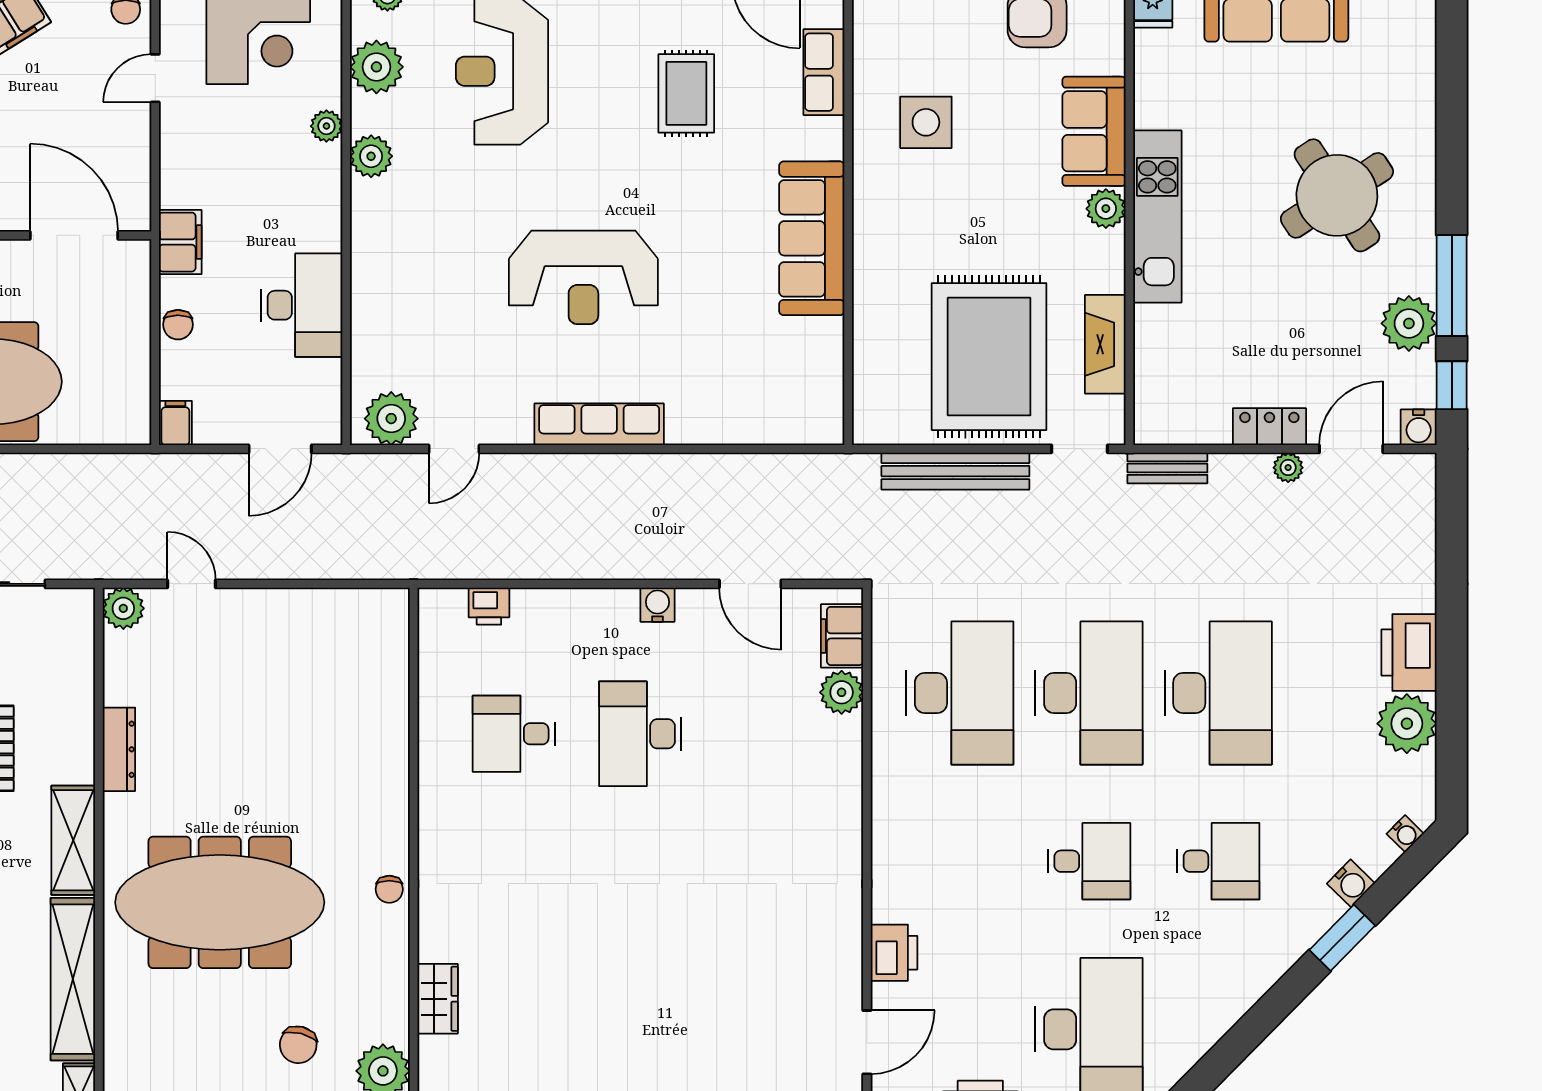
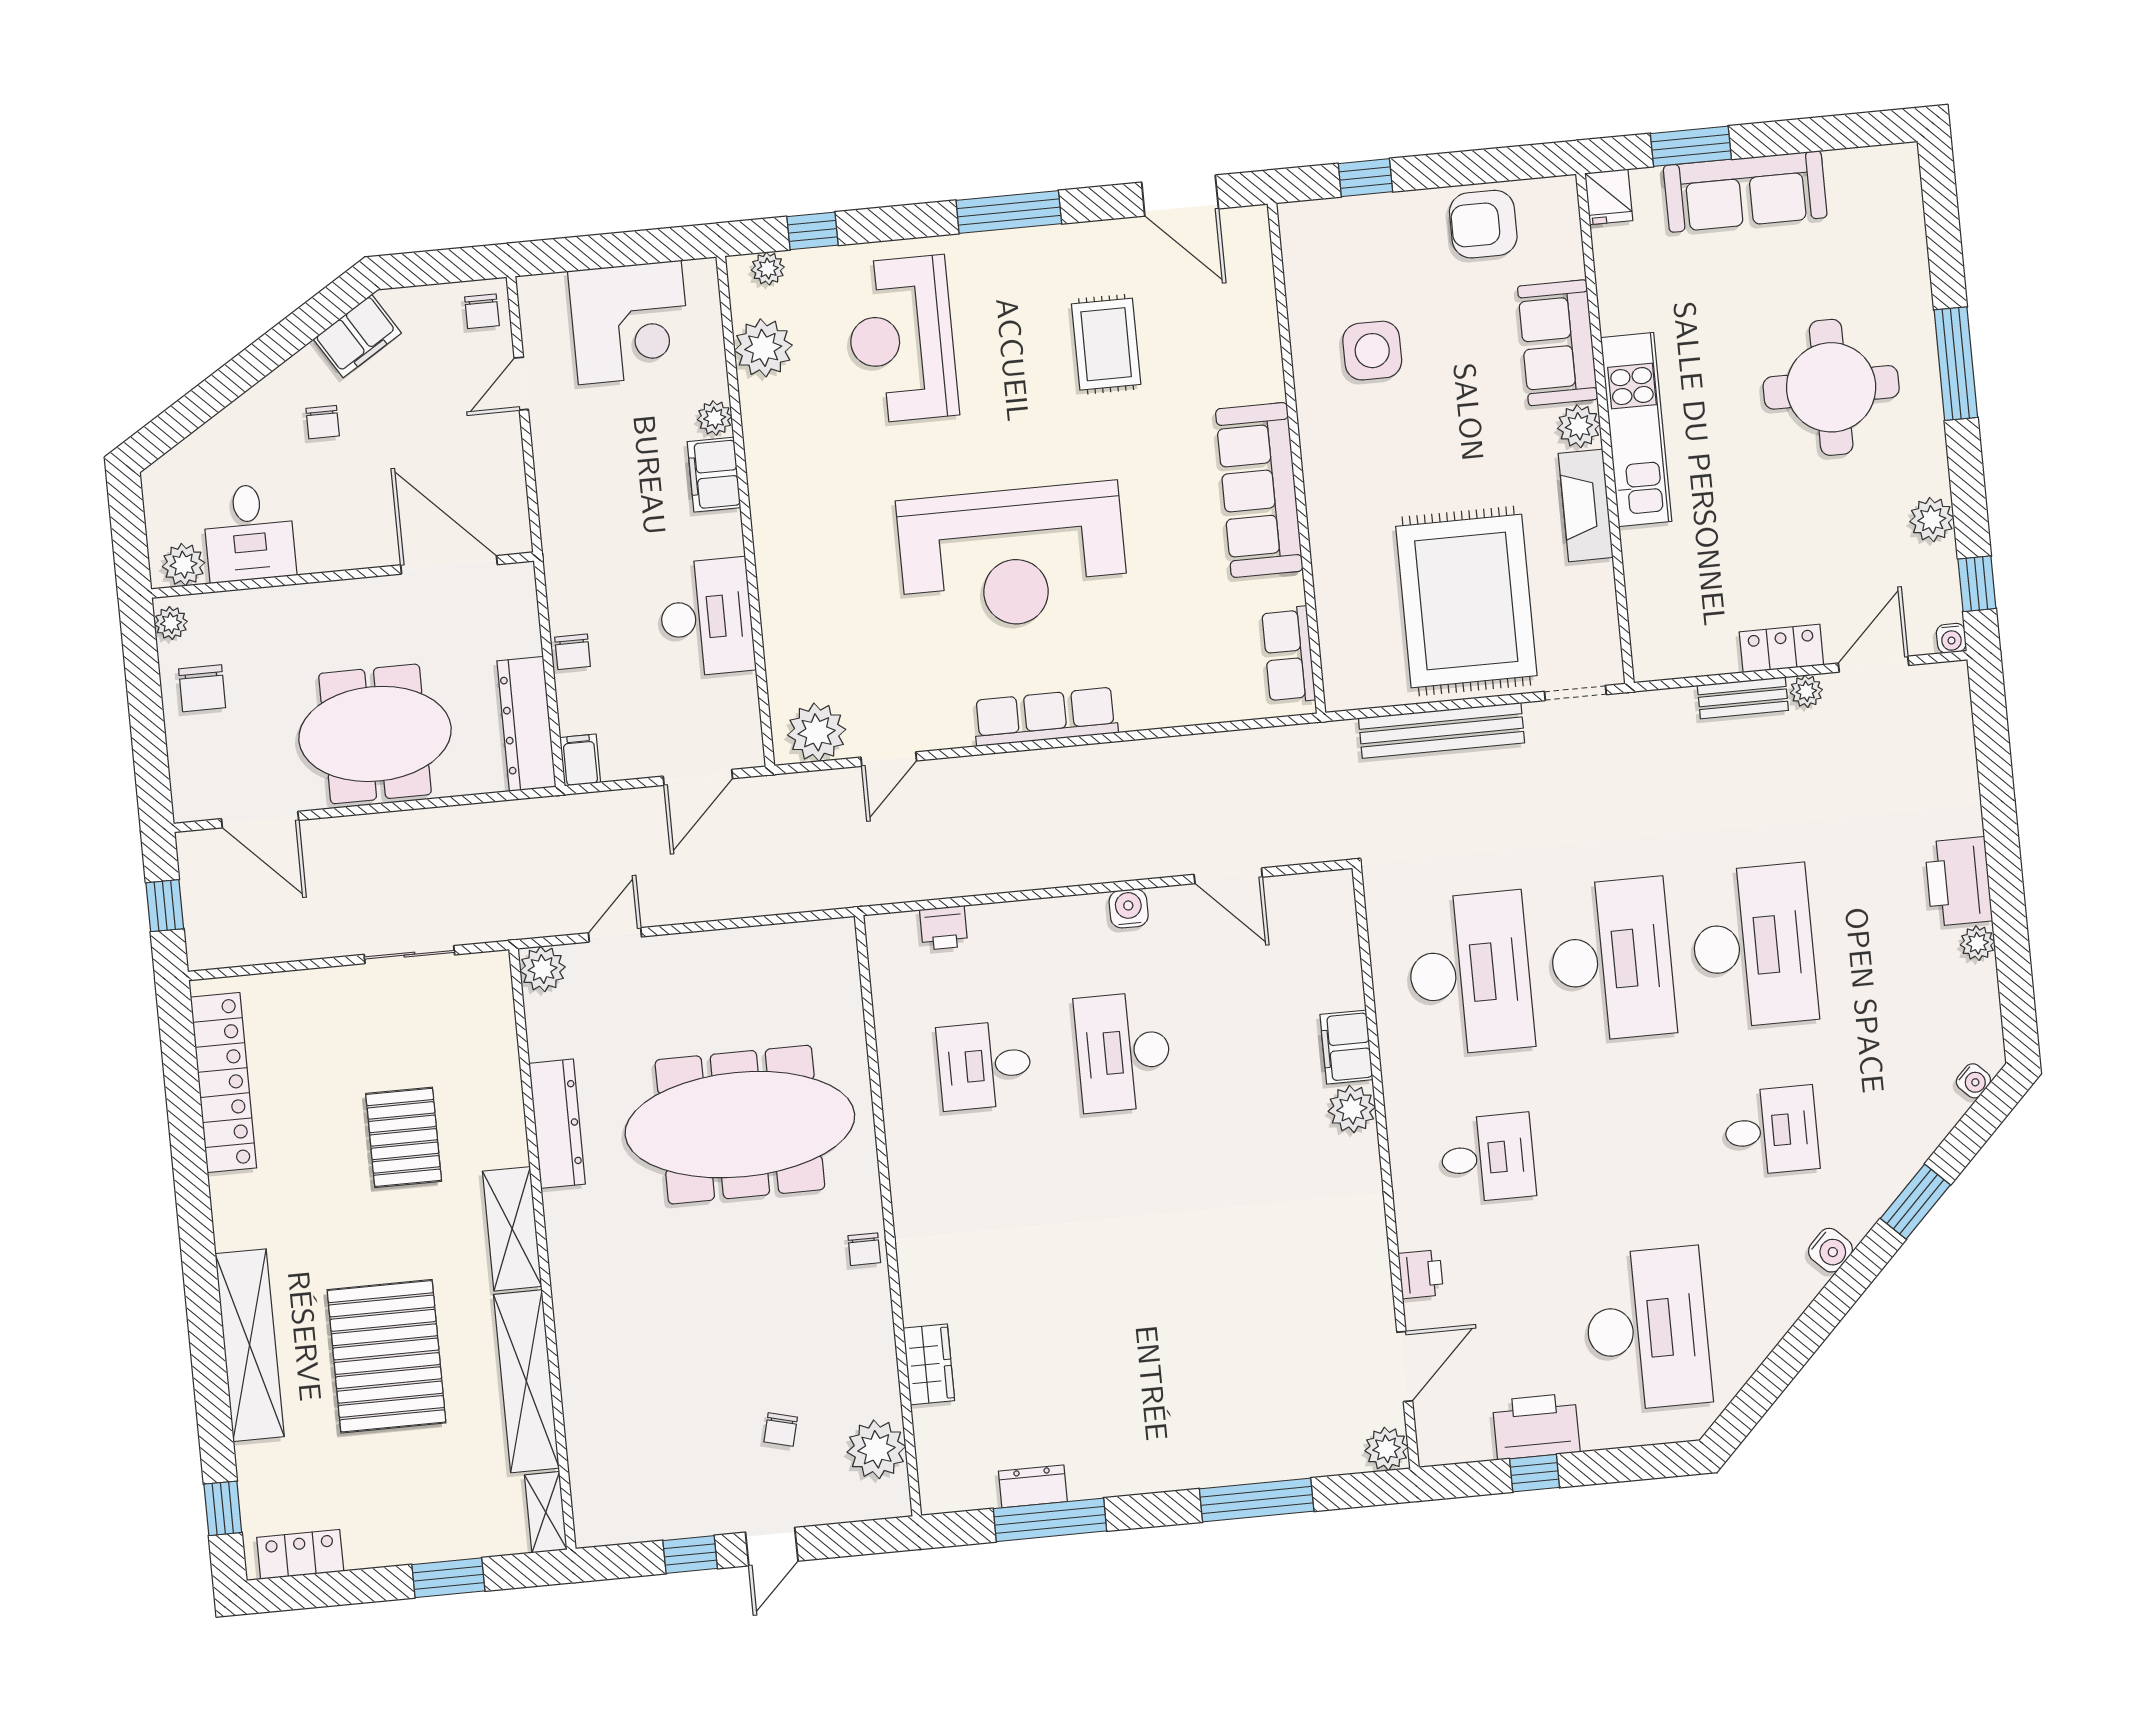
row of seats: (824, 72) -> (1289, 655), moved
plant: (371, 156) -> (767, 446), removed
round table: (1337, 195) -> (1831, 387), turned 33
filing cabinet: (180, 242) -> (714, 475), moved, turned 180
reception desk: (583, 277) -> (1013, 557), width x1.36, depth x1.30
window: (1452, 286) -> (1956, 364), moved
plant: (1409, 323) -> (1932, 520), width x0.73, depth x0.73
fireplace: (1105, 344) -> (1586, 505), moved
dresser: (130, 386) -> (526, 724), added
water cooler: (1419, 427) -> (1951, 638), width x0.72, depth x0.72
bench: (1167, 468) -> (1743, 698), moved
door: (192, 584) -> (615, 935), hinge flipped
filing cabinet: (842, 636) -> (1346, 1047), moved
plant: (842, 692) -> (1352, 1109), moved
plant: (1407, 724) -> (1977, 943), width x0.53, depth x0.53
dresser: (119, 749) -> (557, 1124), width x1.37, depth x1.24
desk: (1089, 861) -> (1488, 1158), moved
water cooler: (1351, 883) -> (1830, 1250), moved
meeting table: (220, 902) -> (740, 1125), moved
printer: (894, 953) -> (1421, 1274), width x0.73, depth x0.81
chair: (298, 1045) -> (781, 1430), width x0.73, depth x0.73

